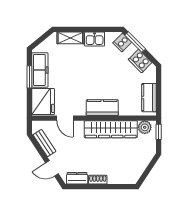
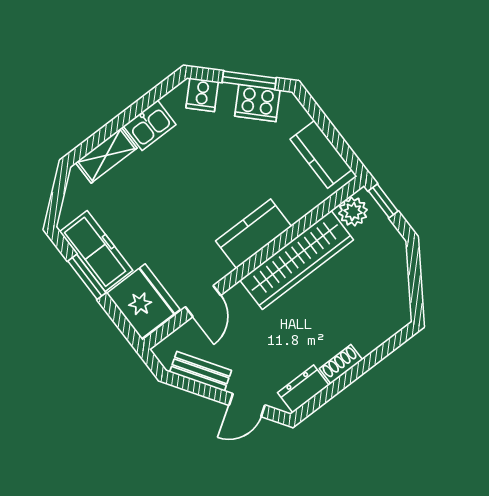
window: (135, 42) -> (249, 80), moved
door: (65, 118) -> (203, 301), hinge flipped

